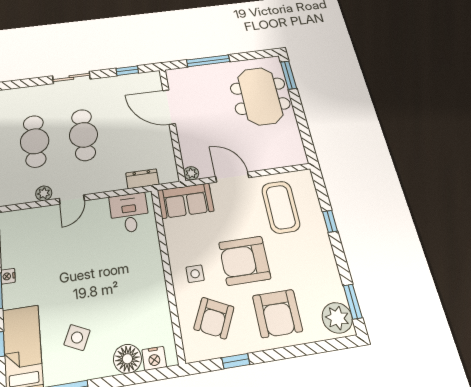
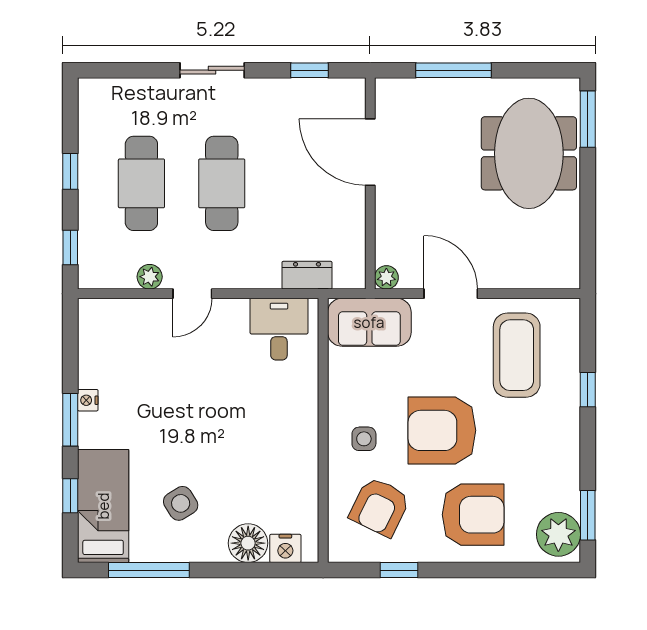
armchair: (277, 313) -> (473, 515), turned -90
side table: (77, 337) -> (181, 503), turned 33

